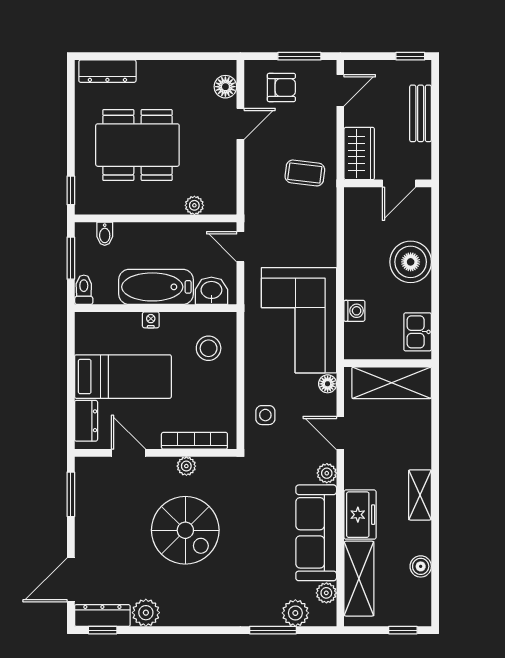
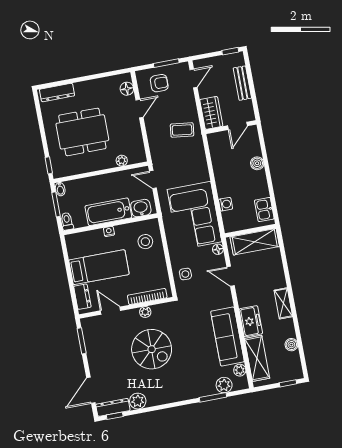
bidet: (105, 234) -> (60, 189), moved
boiler: (411, 262) -> (257, 163), width x0.54, depth x0.54
plant: (327, 473) -> (227, 301), removed

